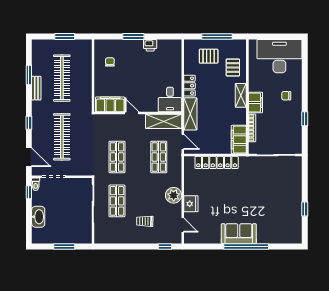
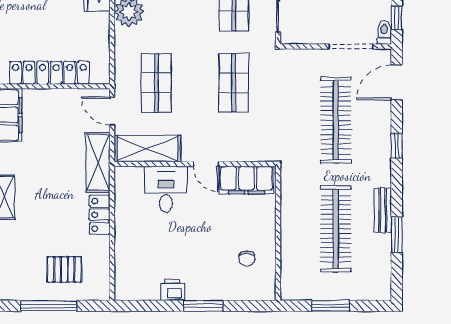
pallet: (233, 67) -> (19, 248), removed
desk: (170, 99) -> (166, 189), moved
door: (29, 157) -> (397, 82), hinge flipped

